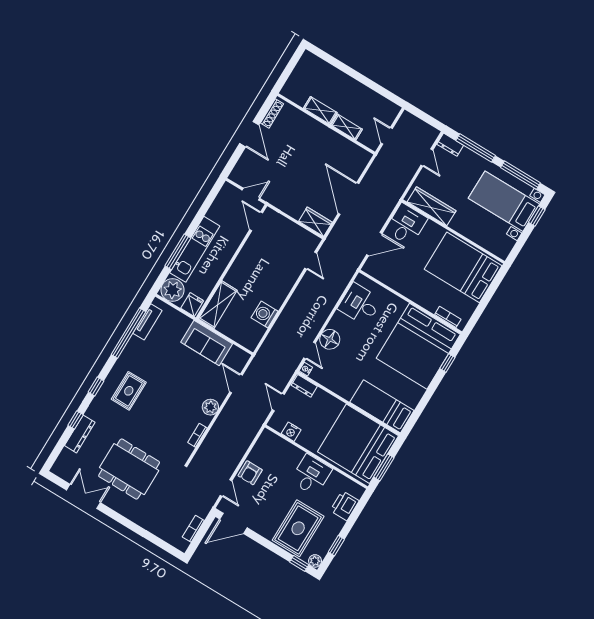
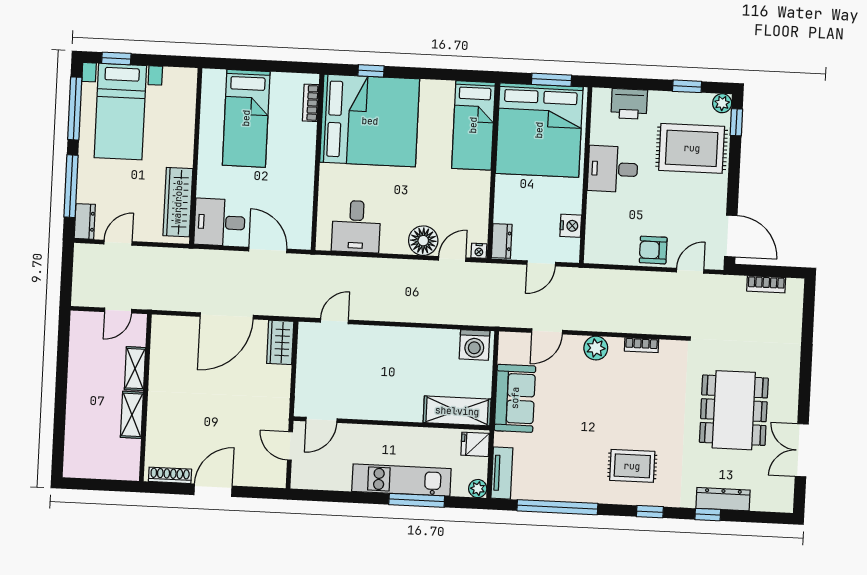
bed: (463, 267) -> (246, 118), width x0.67
plant: (172, 290) -> (478, 489), width x0.53, depth x0.53
washing machine: (265, 314) -> (474, 345), moved
tv unit: (147, 322) -> (502, 473), moved, turned 90
armchair: (250, 473) -> (653, 250), turned 180

